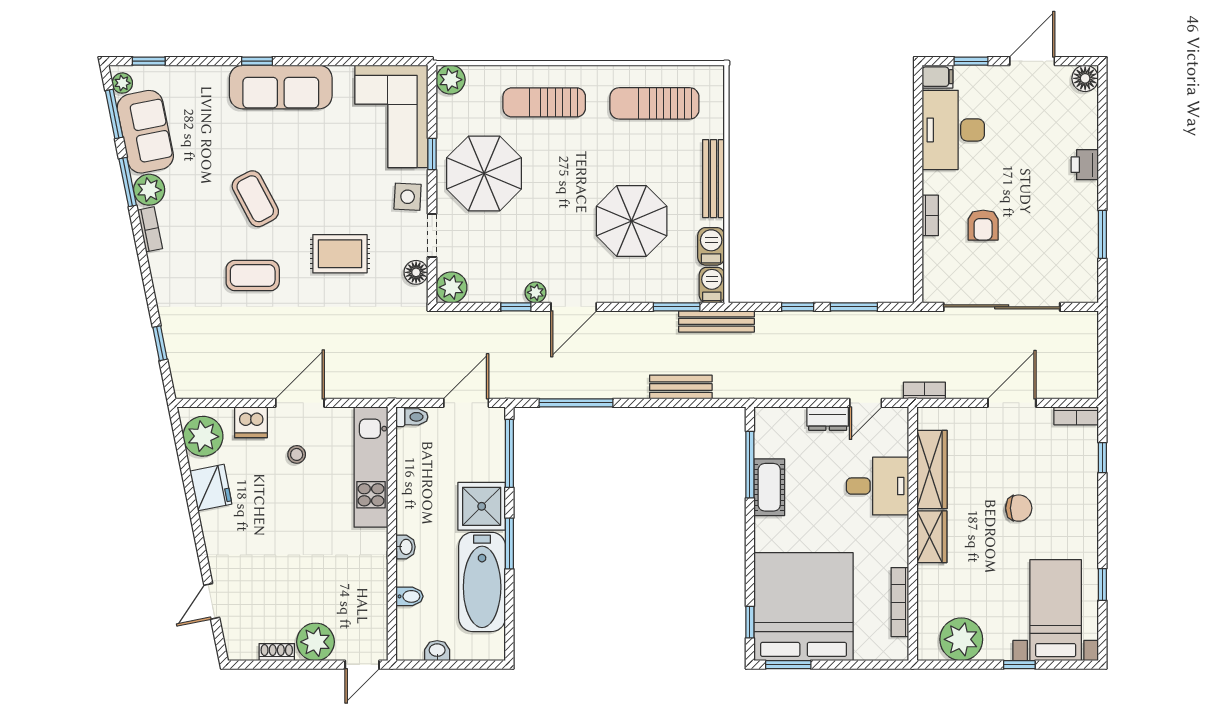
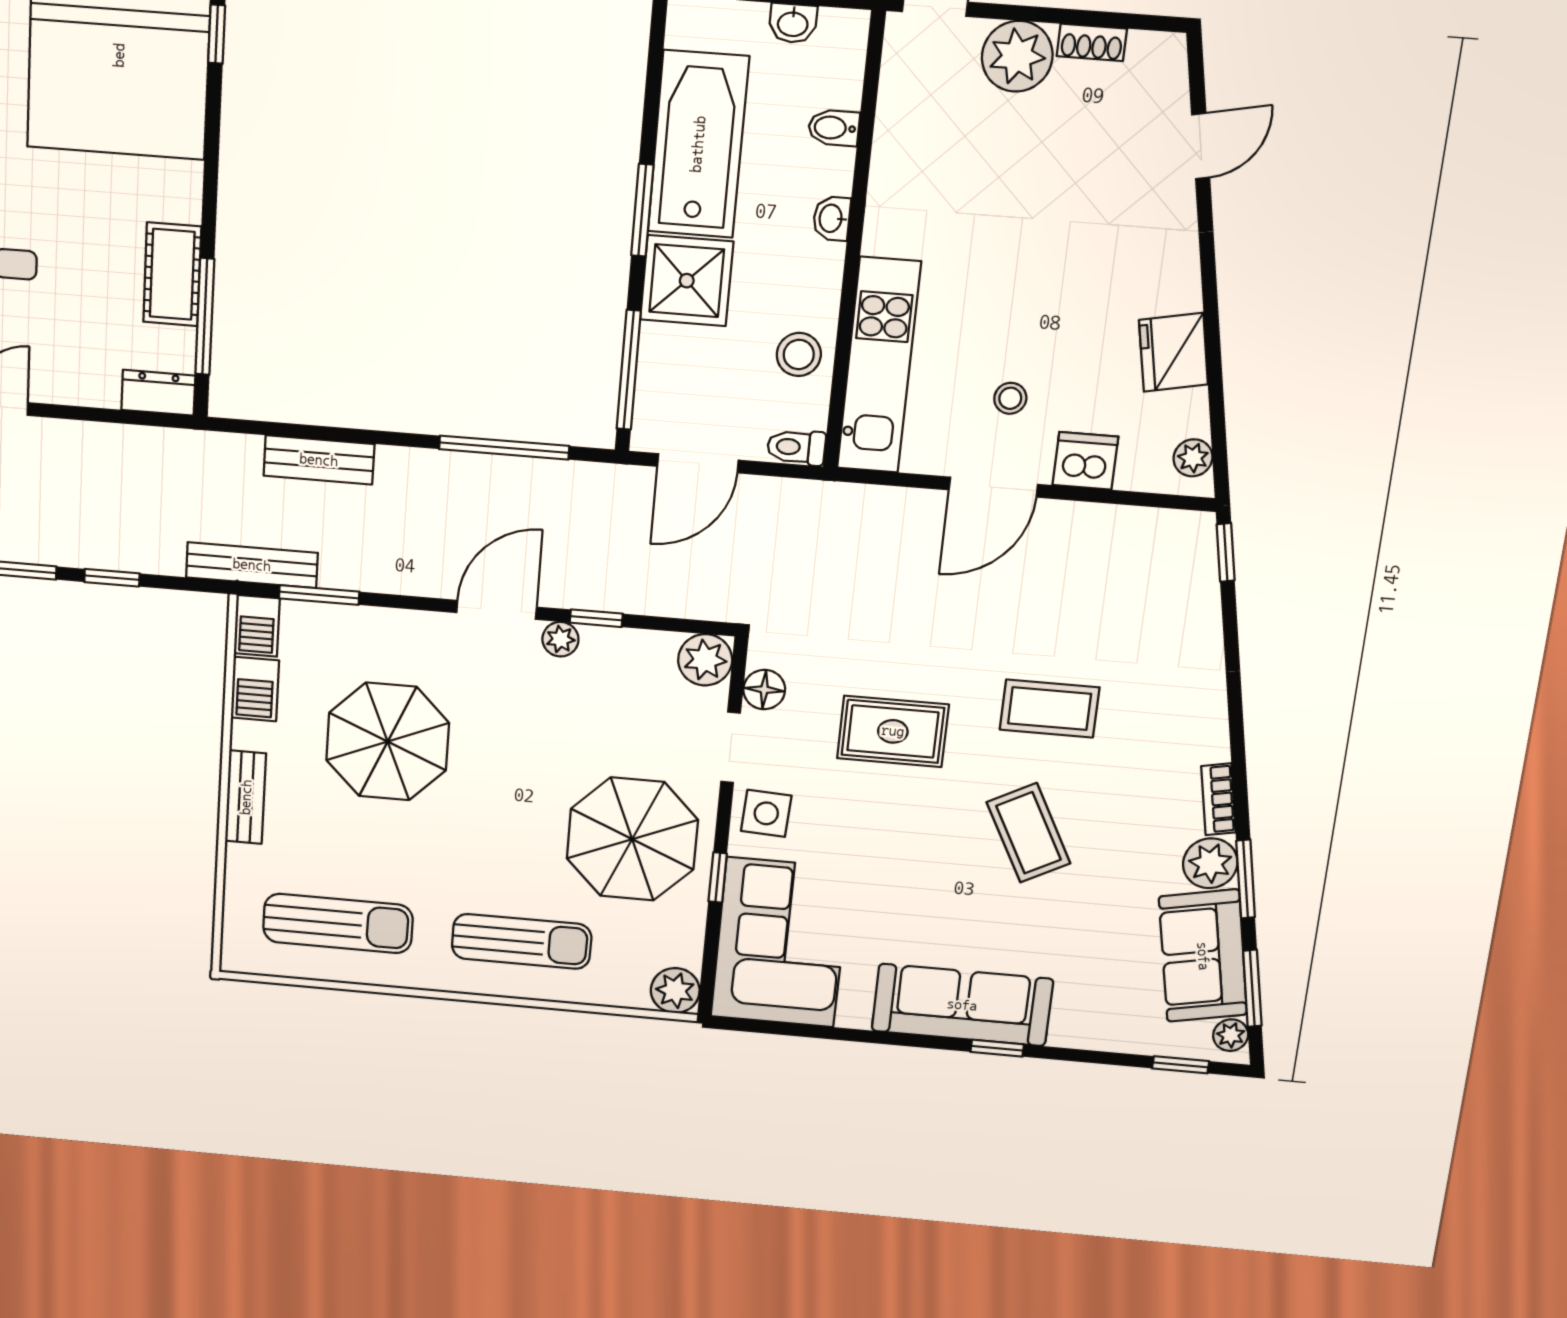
bench: (714, 179) -> (246, 797), width x0.73
window: (160, 343) -> (1226, 552), moved
dresser: (828, 419) -> (158, 393), moved
plant: (203, 436) -> (1193, 458), width x0.53, depth x0.53
stool: (416, 470) -> (799, 354), added

